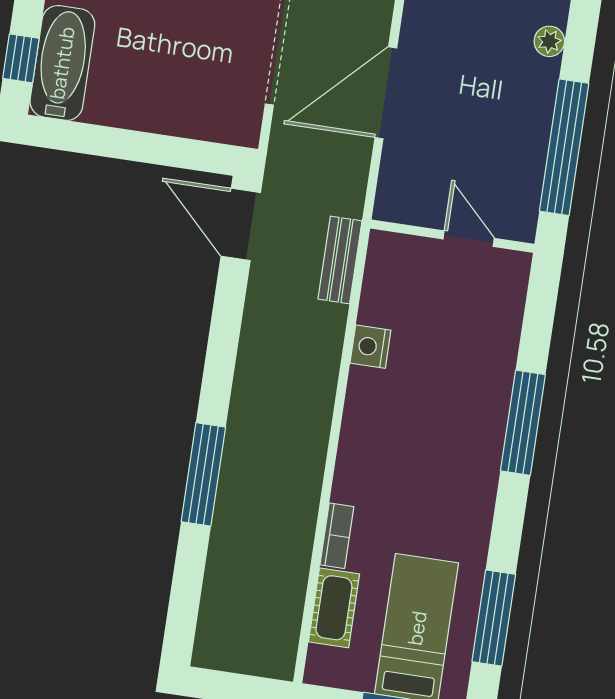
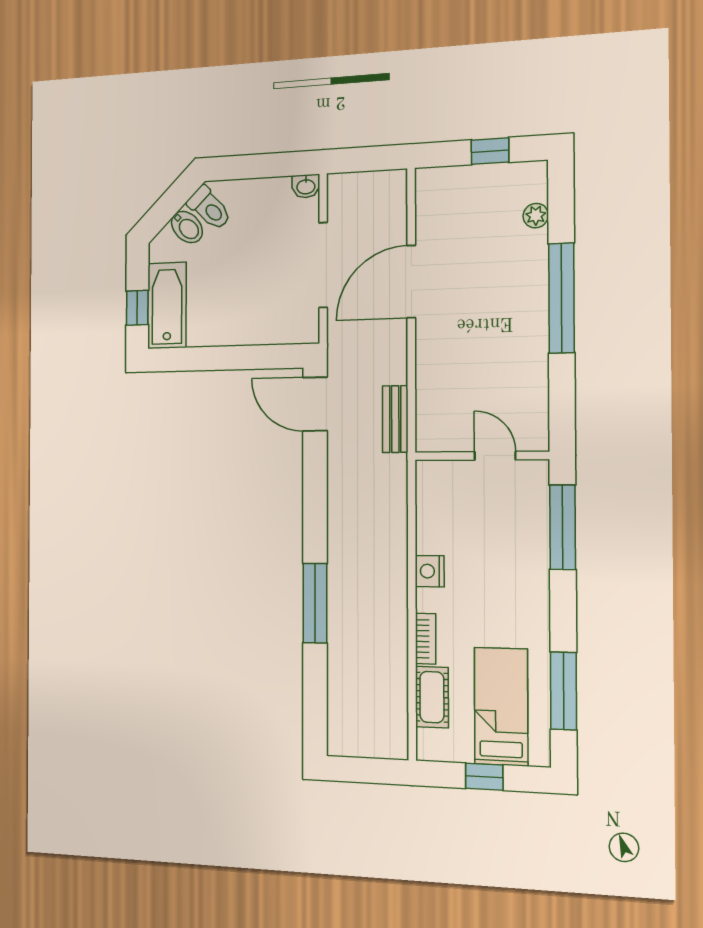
wall: (452, 236) -> (482, 456), moved
door: (469, 239) -> (495, 456), moved
nightstand: (370, 347) -> (430, 571), moved

